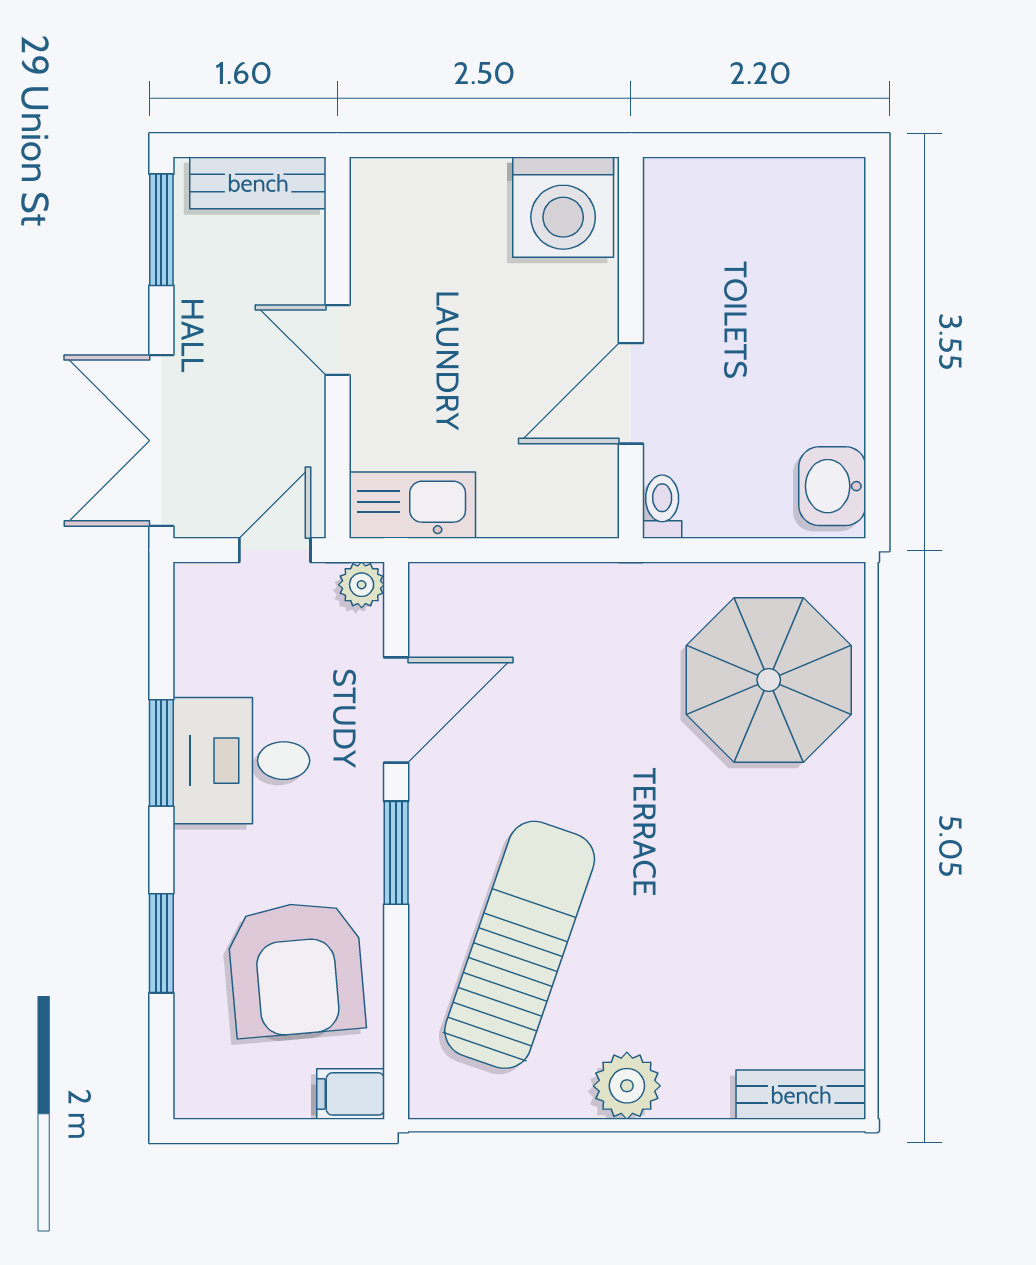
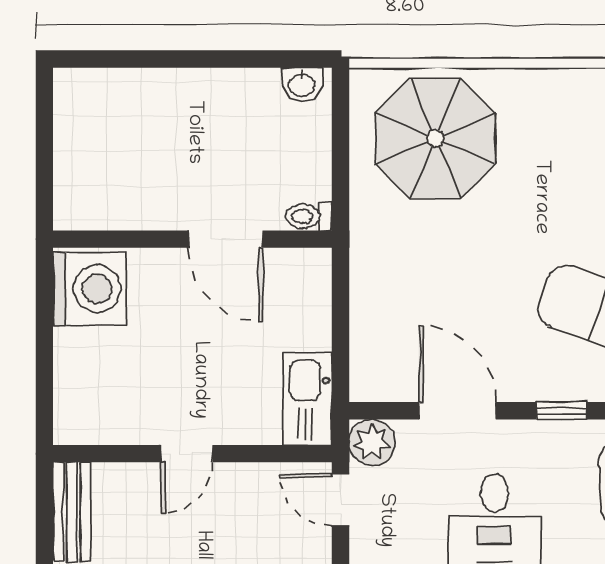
washbasin: (832, 486) -> (302, 84), width x0.72, depth x0.69
plant: (362, 585) -> (372, 442), width x1.38, depth x1.38
window: (396, 853) -> (562, 411), width x0.67

